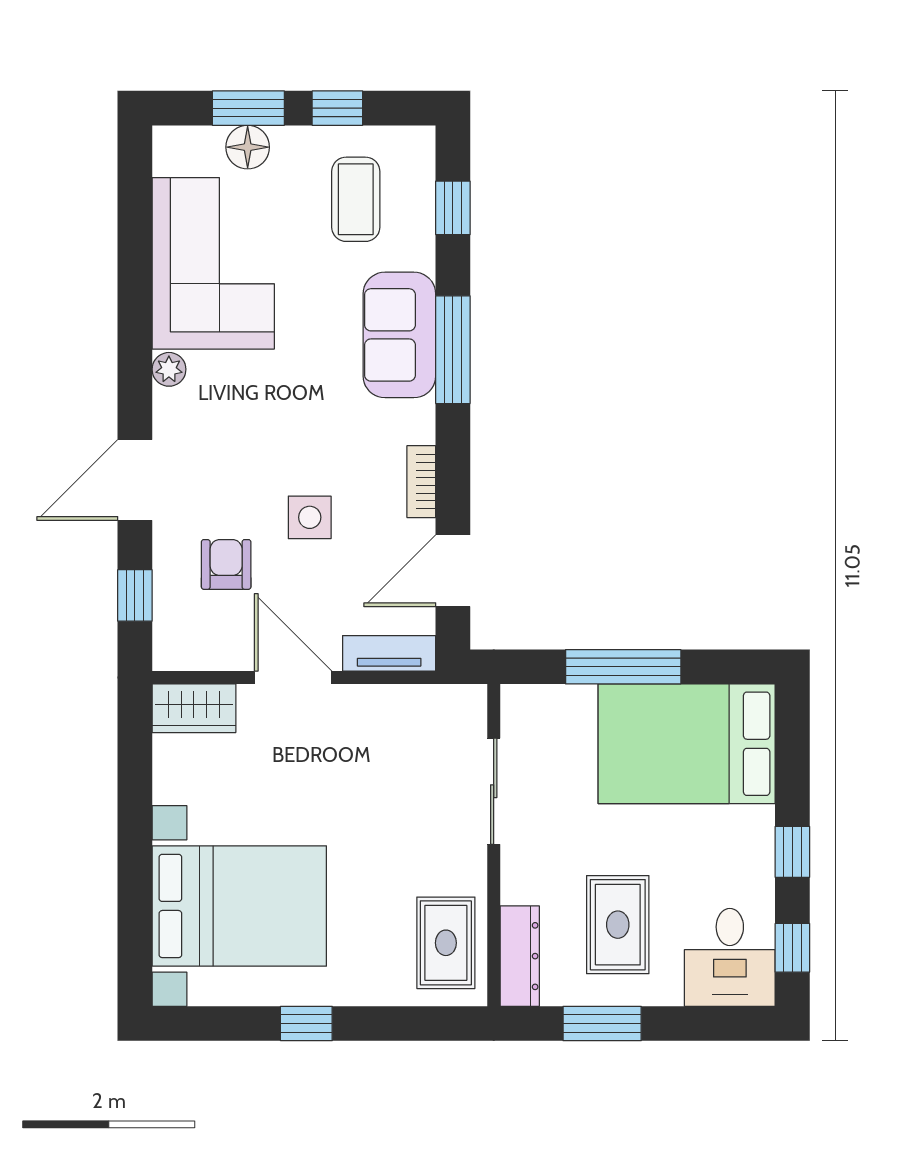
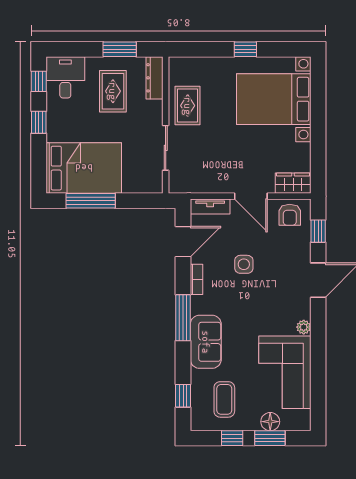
window: (453, 350) -> (183, 318), moved
armchair: (226, 564) -> (290, 215), moved
window: (623, 667) -> (91, 201), moved
rug: (446, 943) -> (188, 106), moved

